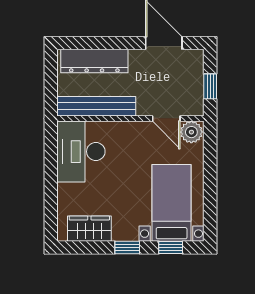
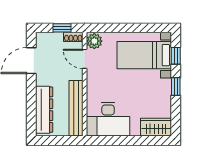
shoe rack: (197, 102) -> (73, 37), added
door: (166, 118) -> (85, 59), swing flipped
wardrobe: (89, 229) -> (156, 127), moved, turned 90

